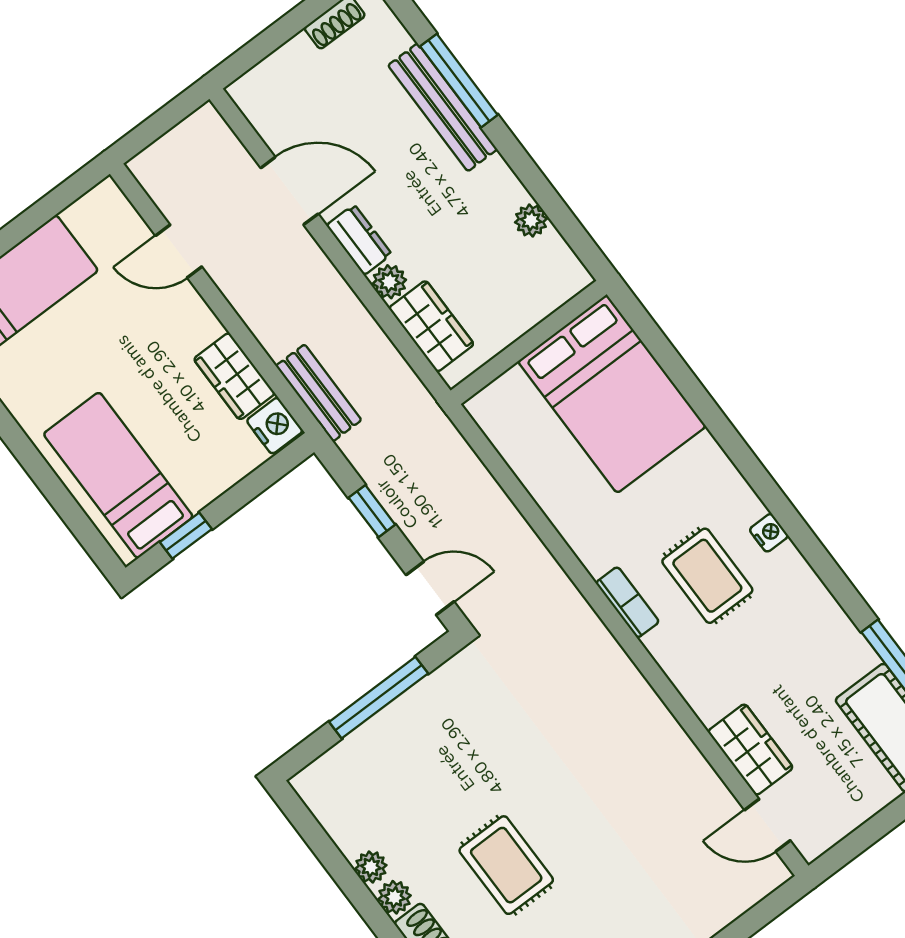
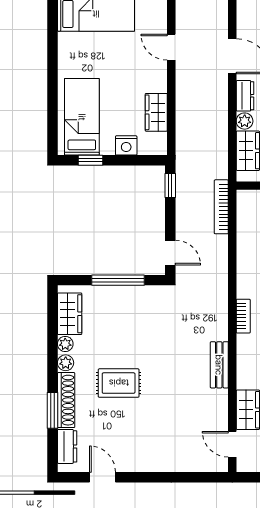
bench: (319, 393) -> (219, 365), moved
nightstand: (275, 426) -> (126, 145), moved, turned 90
bookcase: (457, 451) -> (221, 207), added
window: (372, 511) -> (170, 186), moved
wardrobe: (341, 812) -> (70, 314), added
rug: (506, 865) -> (119, 383), turned 90

